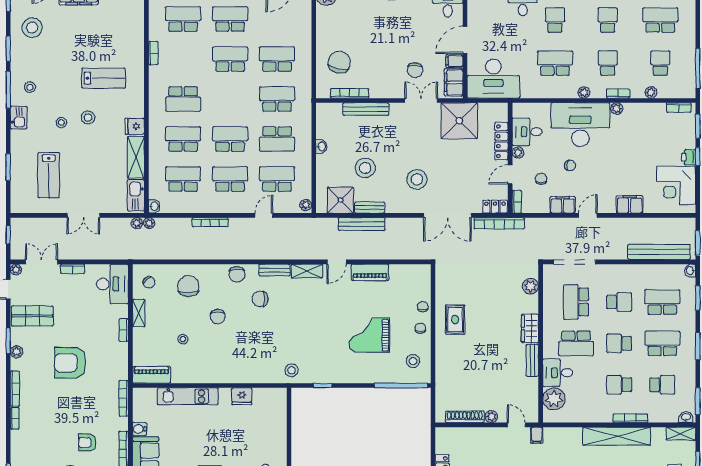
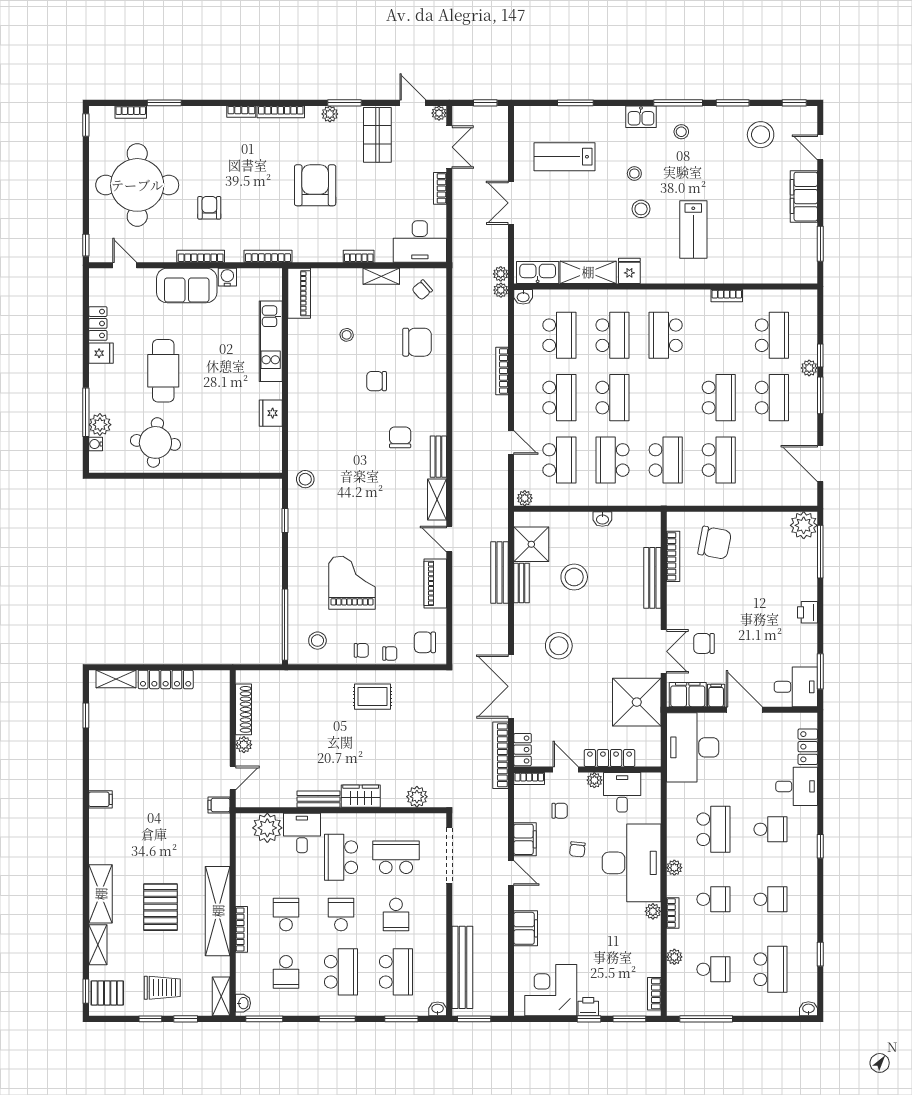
chair: (237, 274) -> (425, 642), moved

